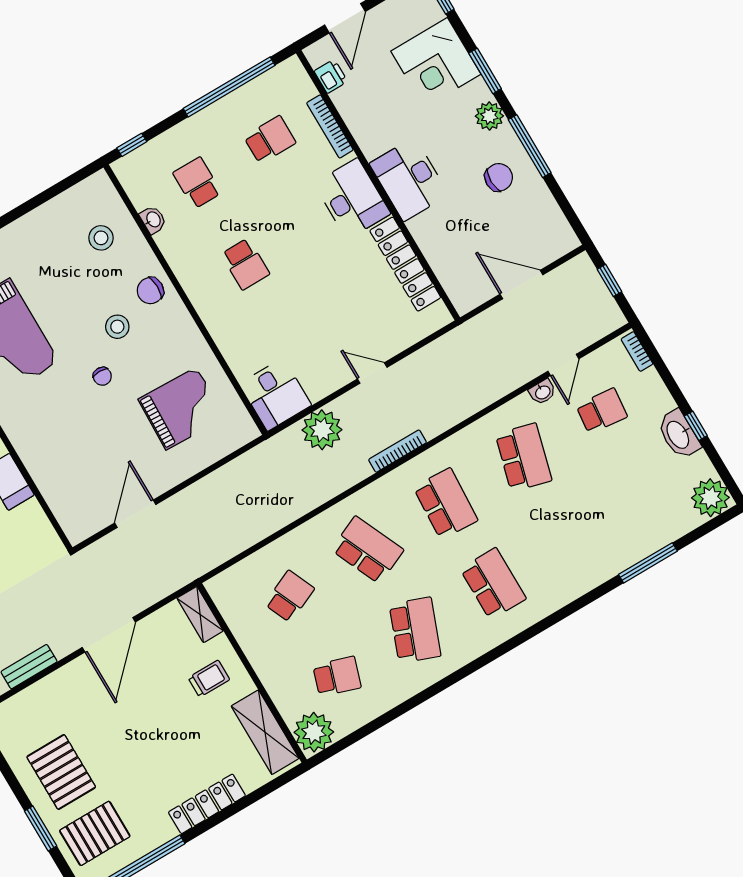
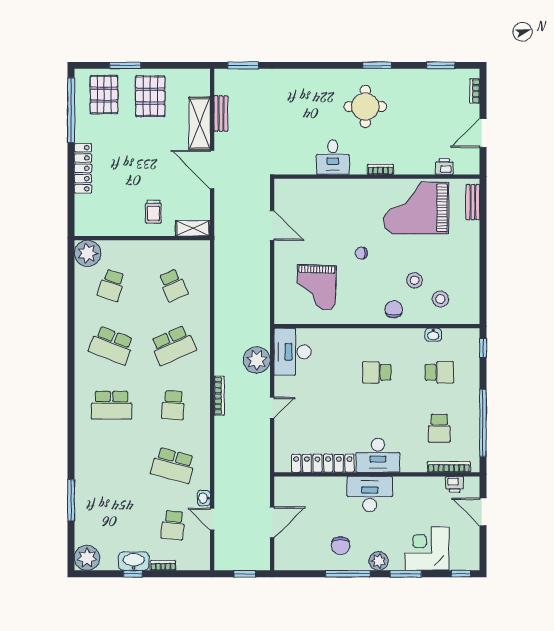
bookcase: (330, 126) -> (449, 467), moved
stool: (117, 327) -> (415, 280), moved
bookcase: (637, 352) -> (163, 565), moved
desk: (275, 394) -> (293, 352), width x1.37
school desk: (446, 504) -> (173, 405), width x0.54
shelving: (265, 732) -> (200, 123), moved, turned 90
pallet: (61, 772) -> (150, 96), turned 90

